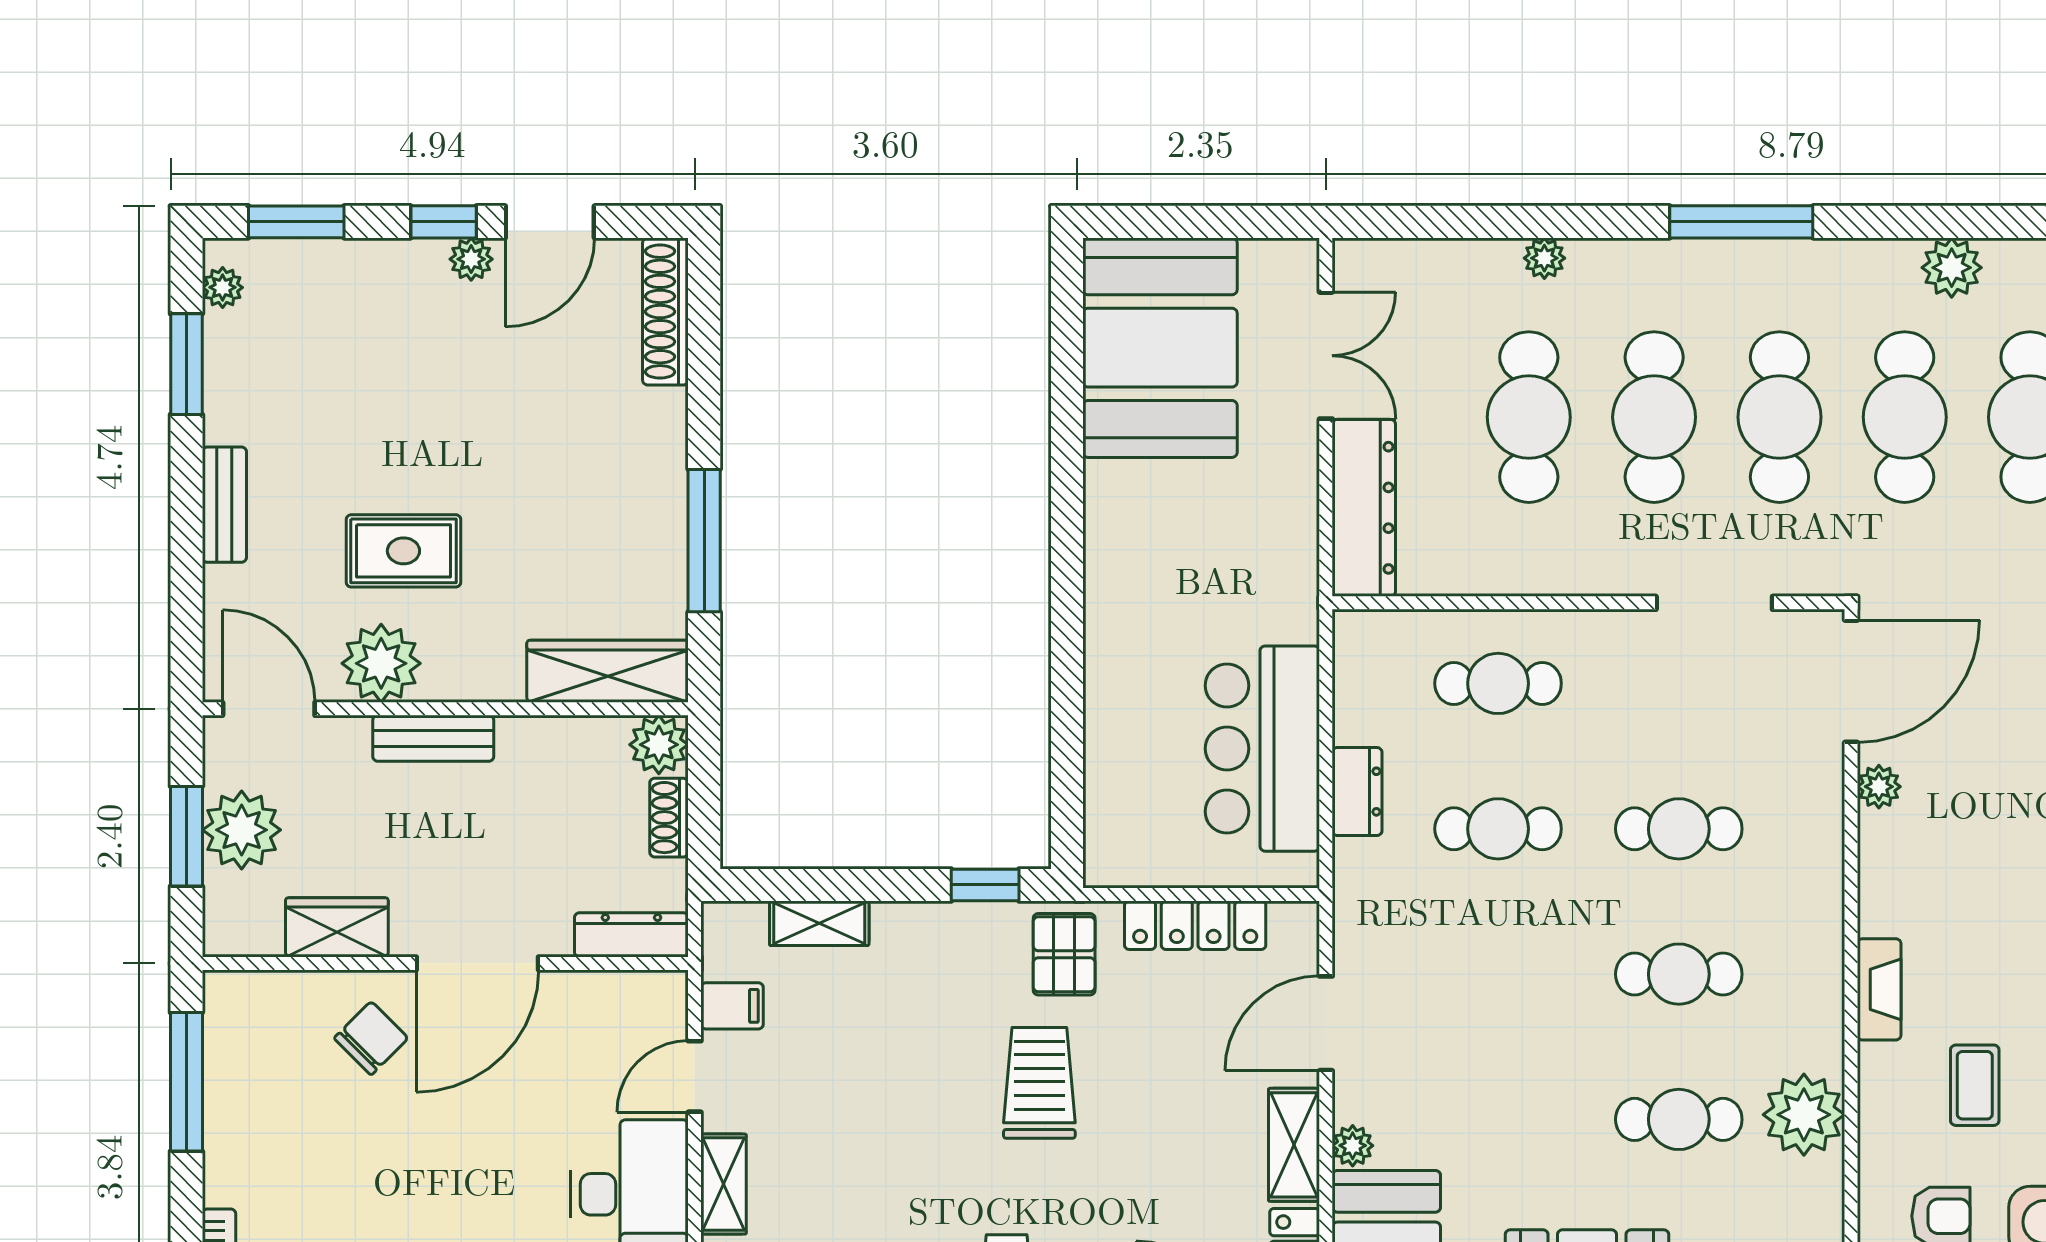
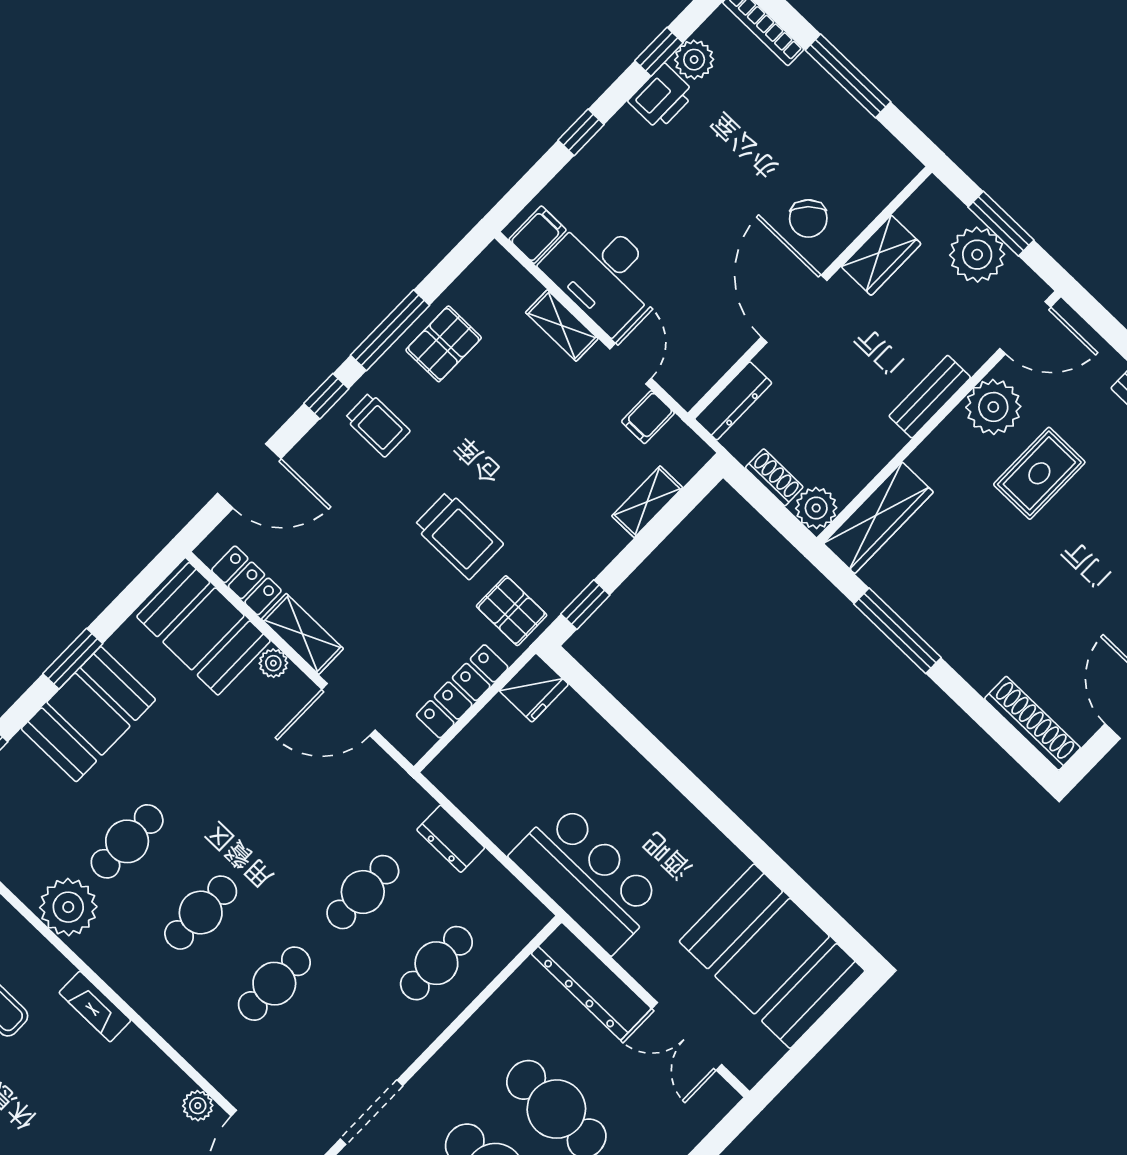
bar counter: (1262, 749) -> (587, 878), moved
fridge: (1121, 856) -> (534, 688), added
door: (1326, 1023) -> (349, 710), swing flipped
window: (186, 1082) -> (848, 76), moved

